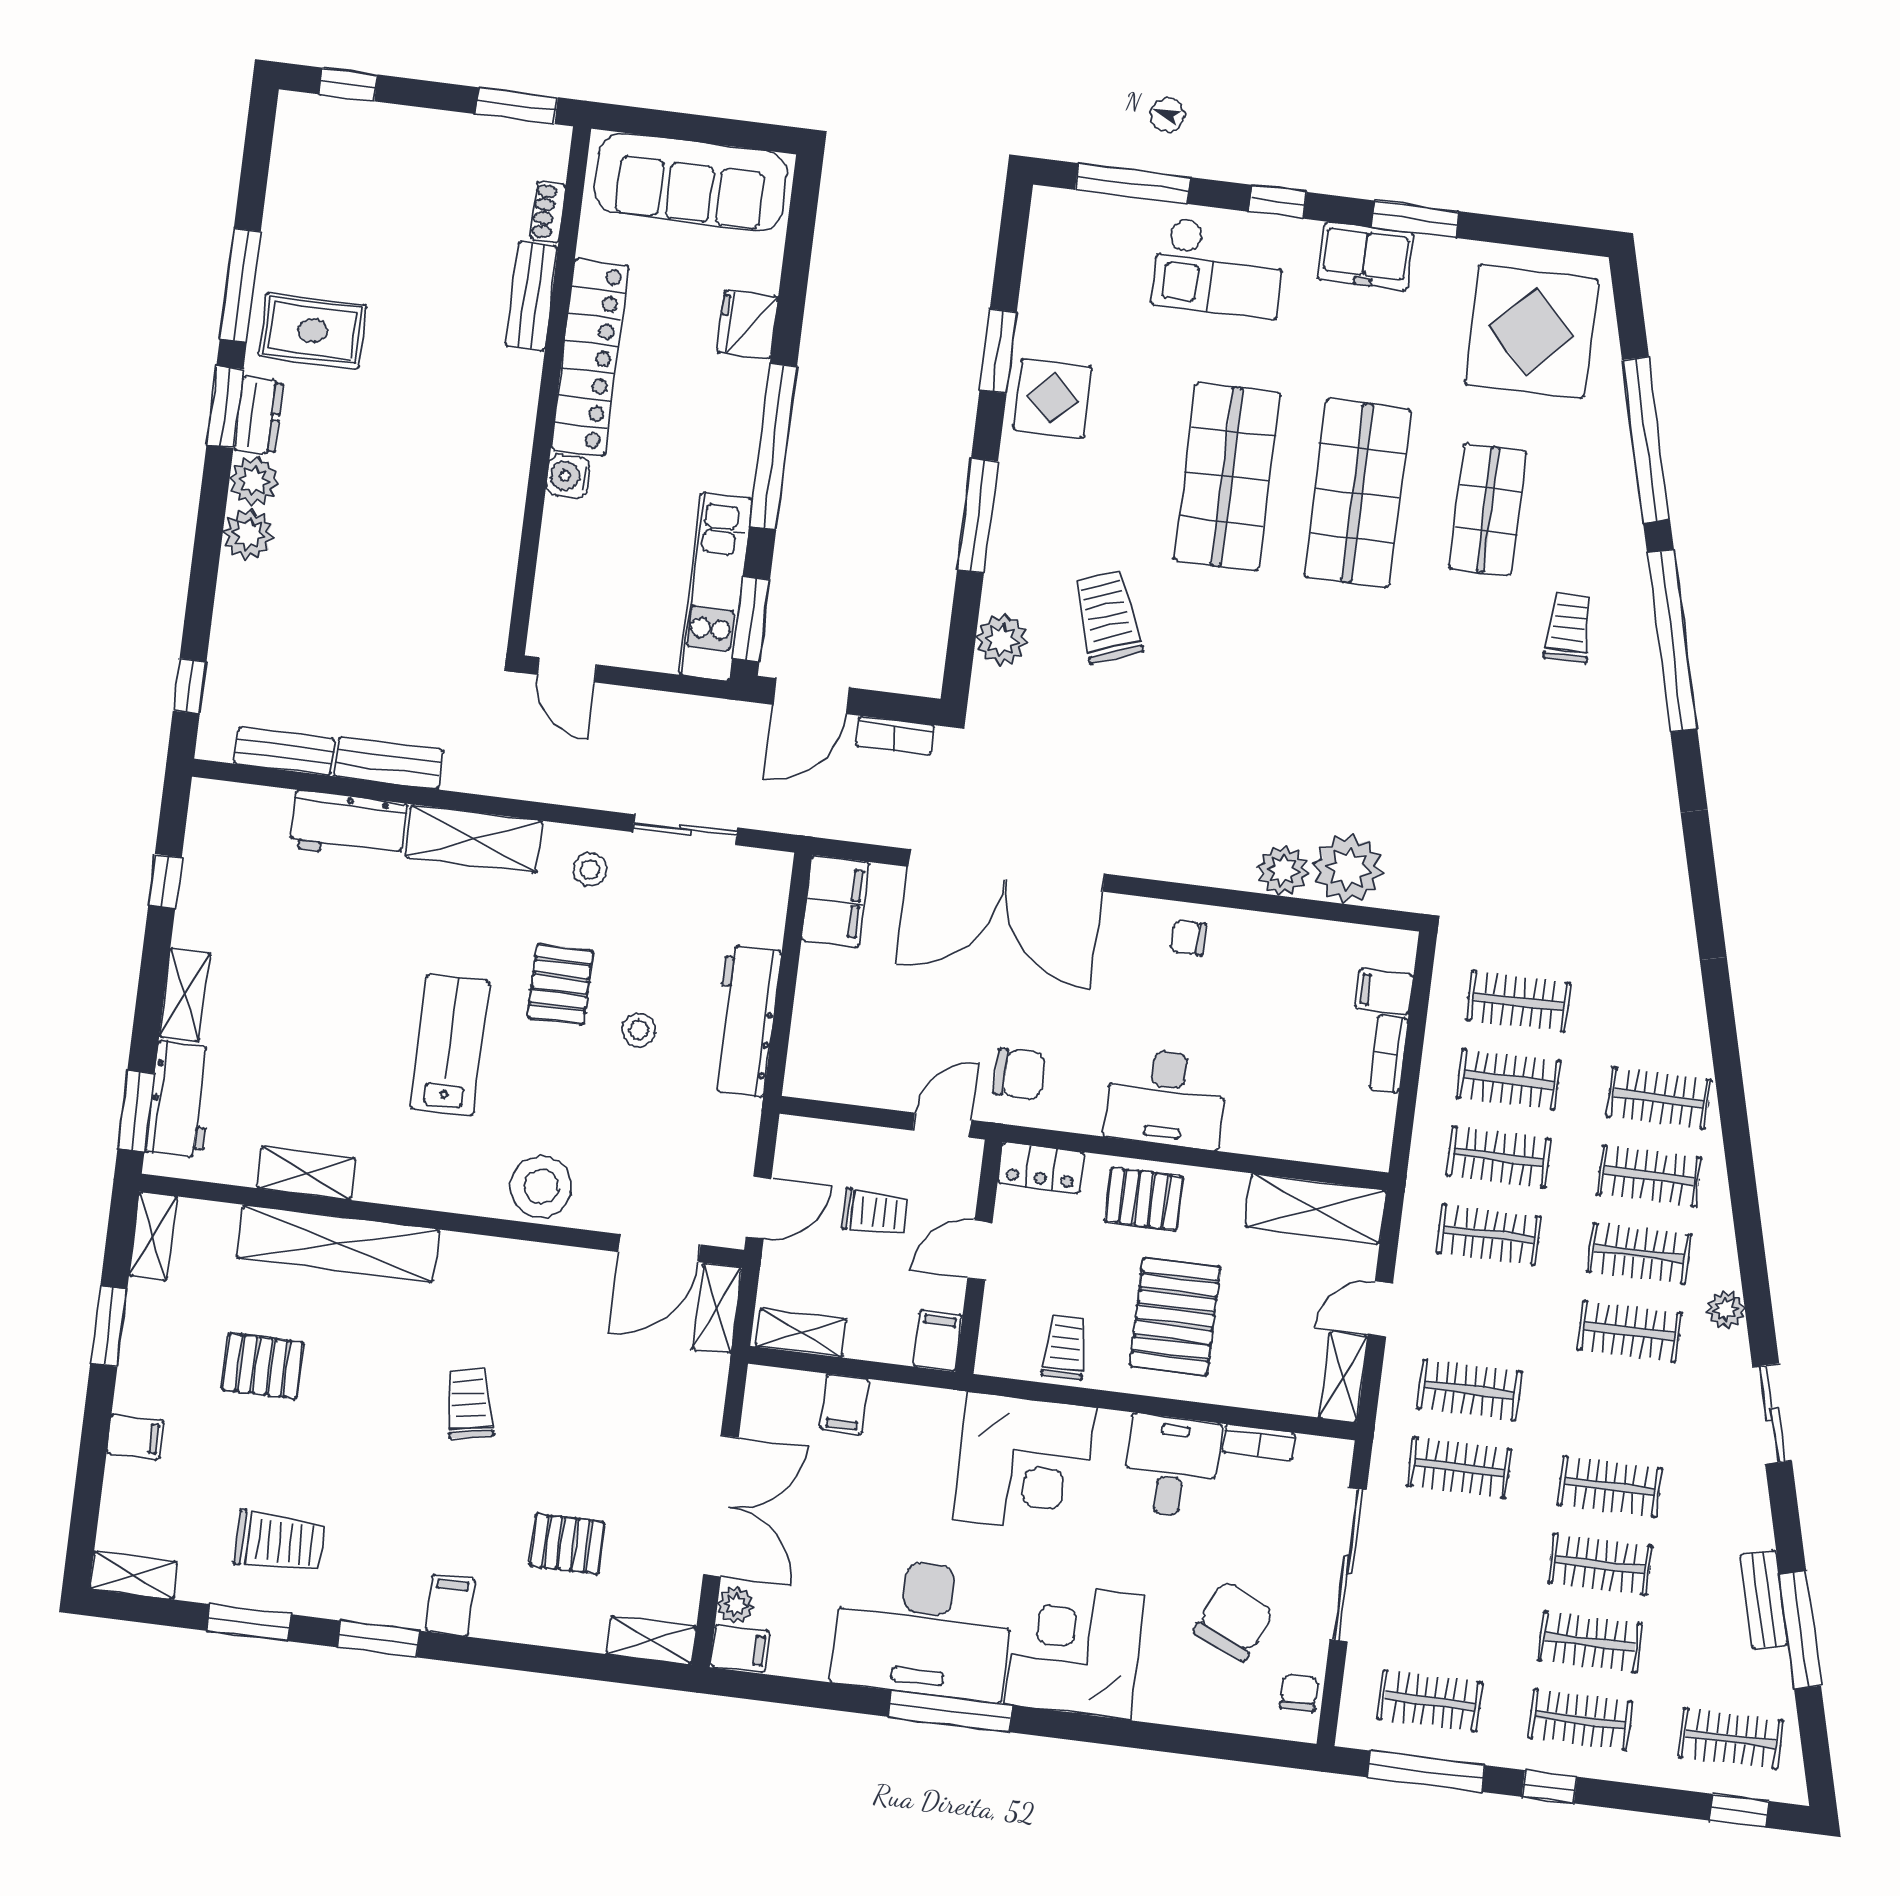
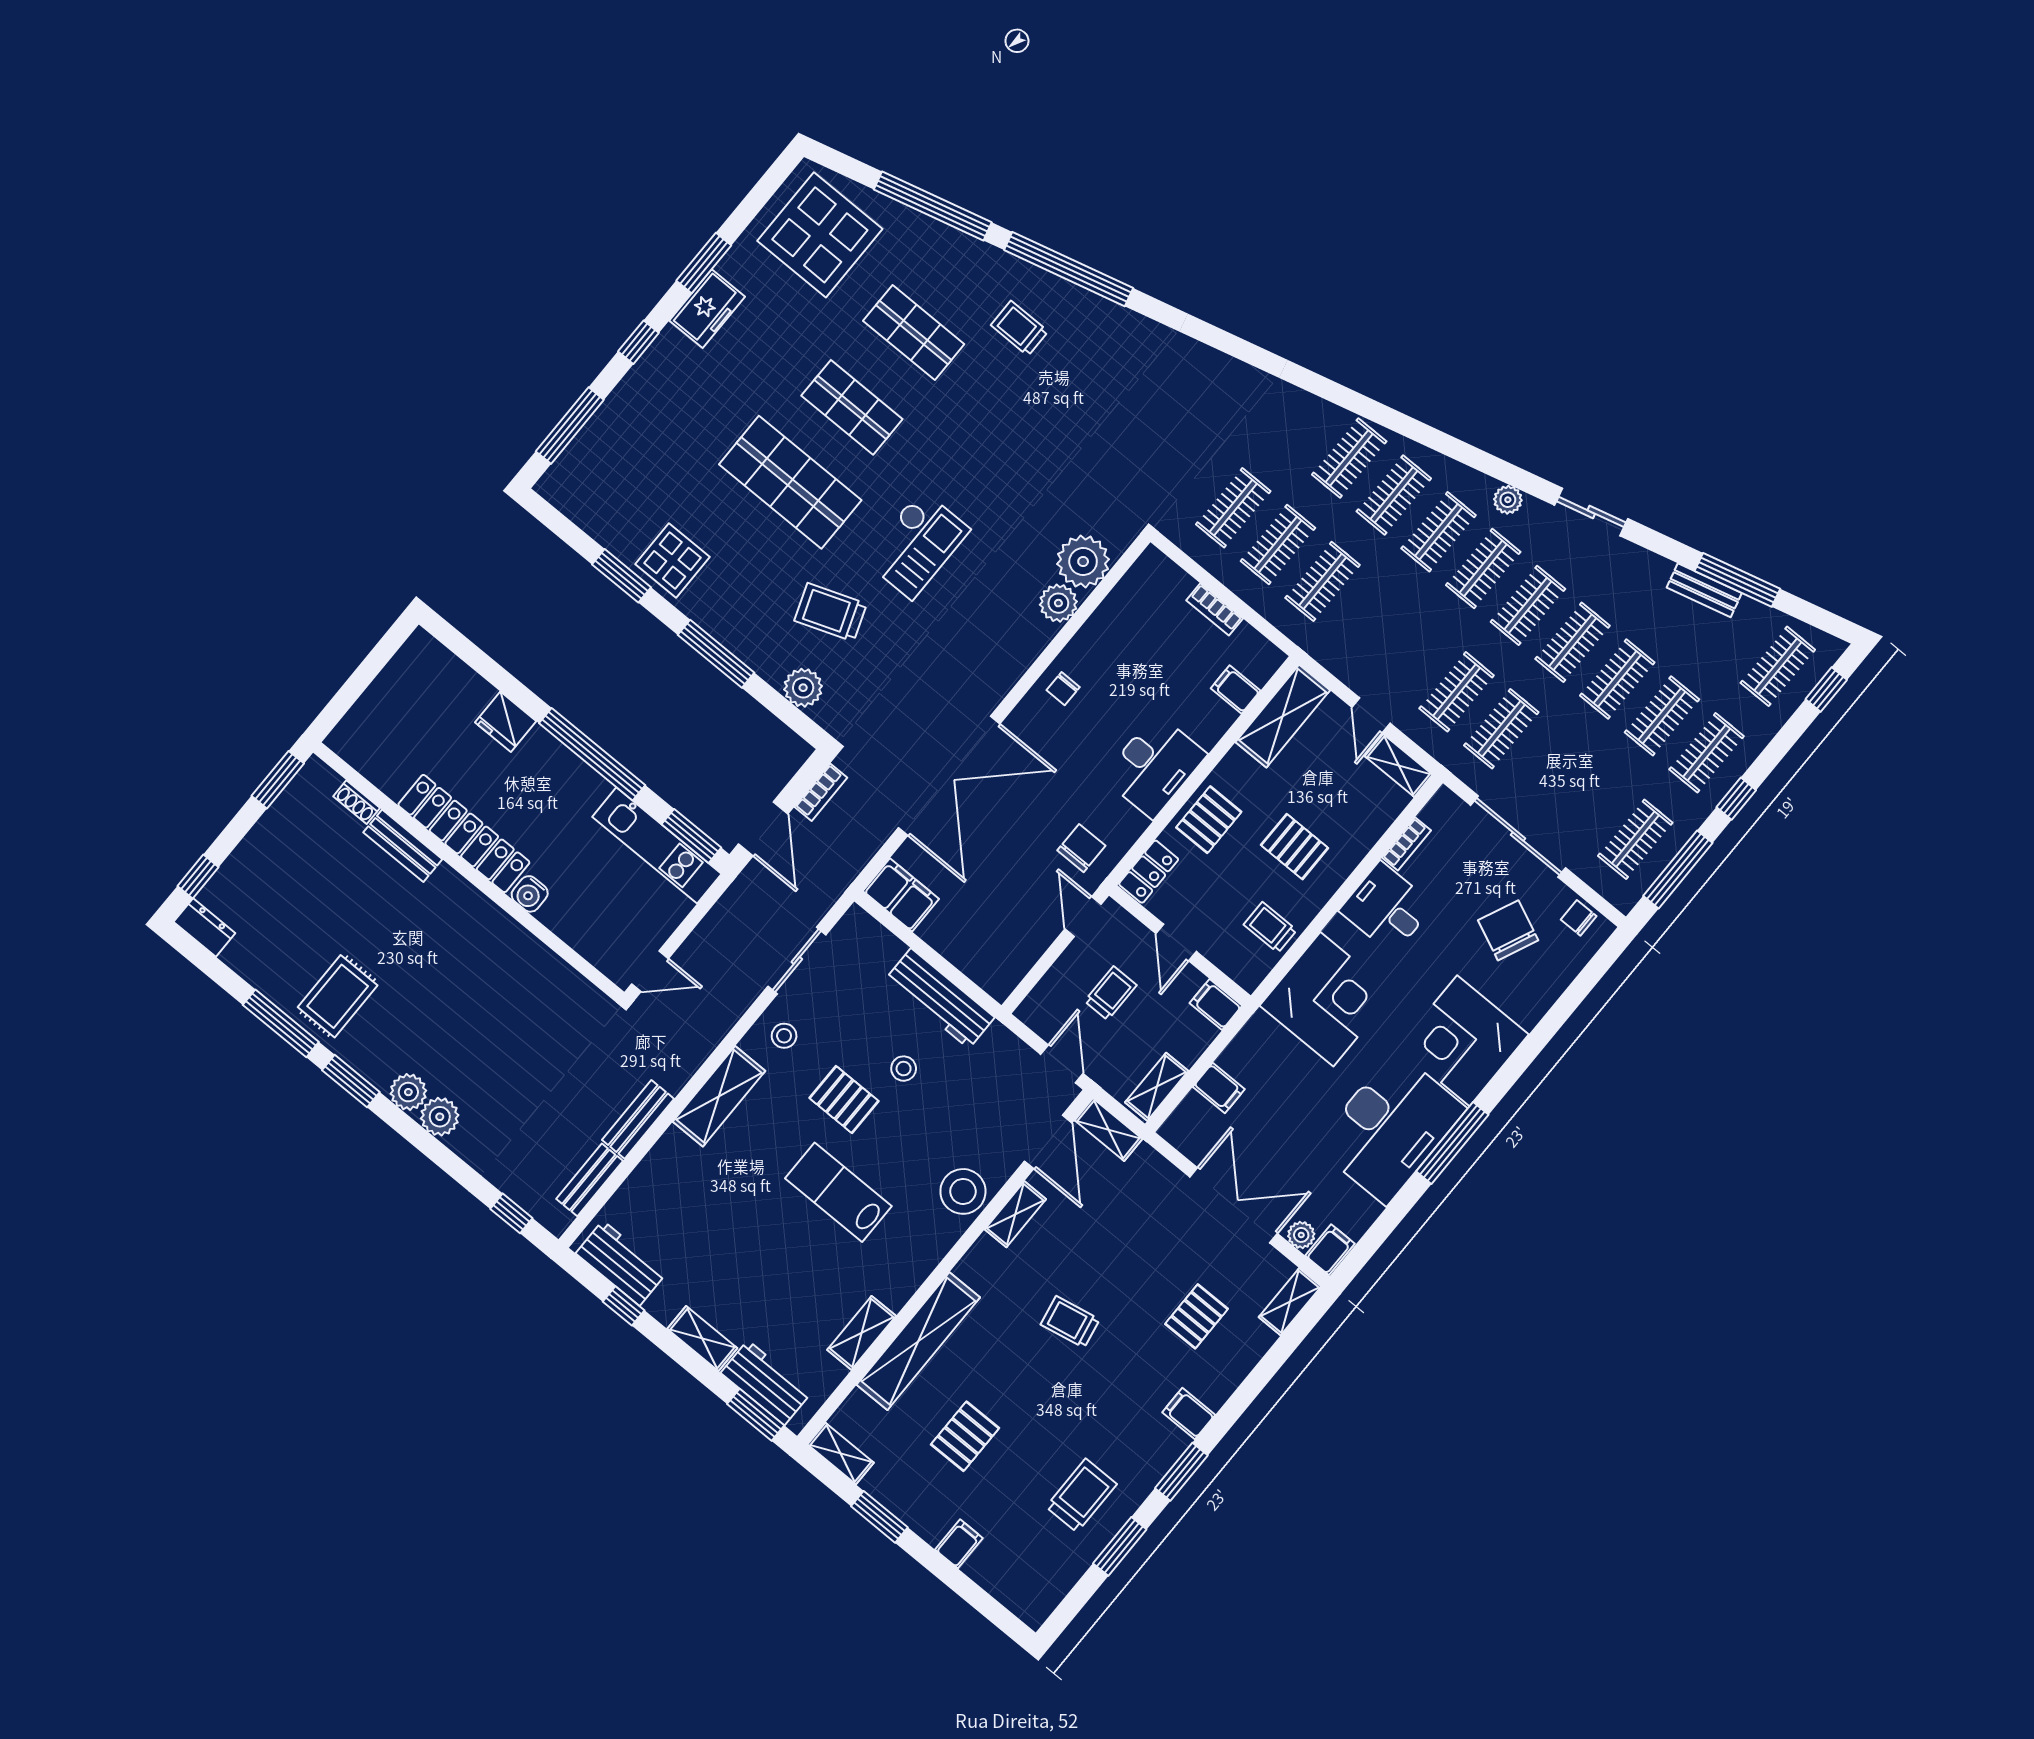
sofa: (691, 182) -> (394, 701), removed
checkout: (1219, 269) -> (917, 545), moved
dresser: (258, 415) -> (204, 927), moved
shop shelf: (1357, 493) -> (852, 407), width x0.70, depth x0.74
workbench: (348, 826) -> (621, 1263), moved, turned -90
filing cabinet: (1384, 991) -> (1236, 689), moved, turned 90
clothes rail: (1489, 1235) -> (1528, 605), moved
pallet: (1175, 1316) -> (1295, 847), width x0.67, depth x0.71
shelving: (134, 1575) -> (1015, 1214), moved

